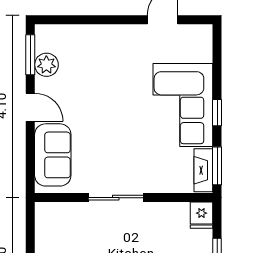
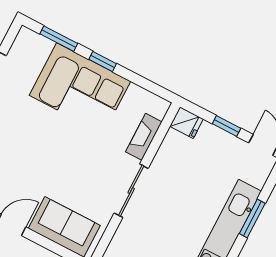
window: (217, 166) -> (59, 39), moved
fireplace: (203, 170) -> (144, 137), moved, turned 90

